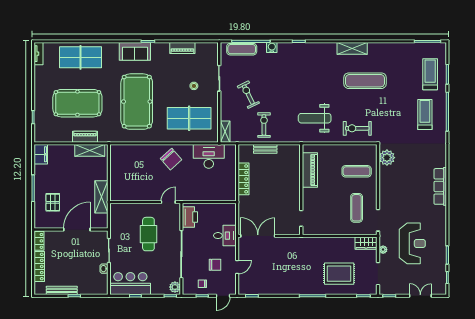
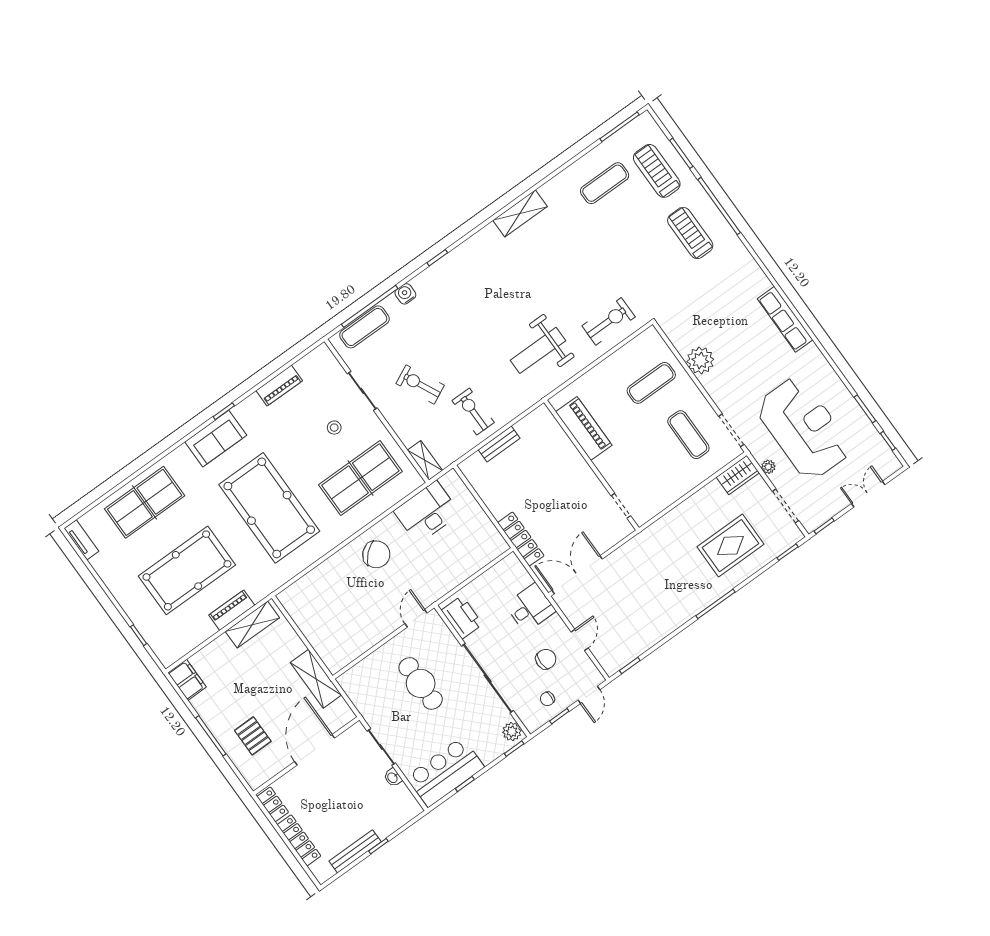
exercise mat: (365, 81) -> (605, 183), moved, width x0.73, depth x0.69
exercise bike: (357, 128) -> (609, 321), turned 180
plant: (387, 158) -> (700, 360), moved
locker: (243, 179) -> (521, 539), moved
reception desk: (412, 243) -> (804, 428), width x1.36, depth x1.30

